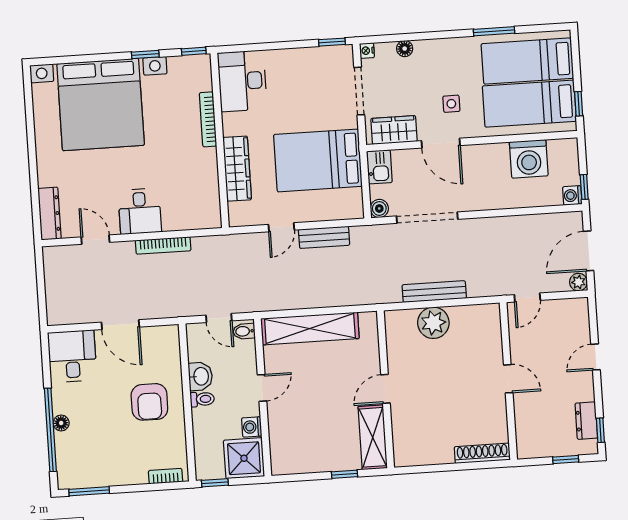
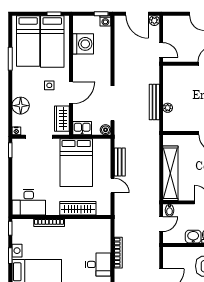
floor lamp: (405, 49) -> (21, 106), width x1.89, depth x1.89
plant: (433, 323) -> (168, 108), width x0.53, depth x0.53

